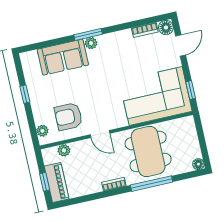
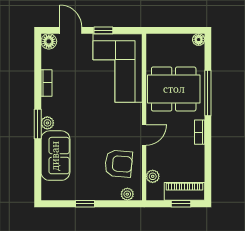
bookcase: (145, 30) -> (46, 83), moved
window: (191, 90) -> (103, 30), moved
armchair: (68, 117) -> (119, 164), turned -85

